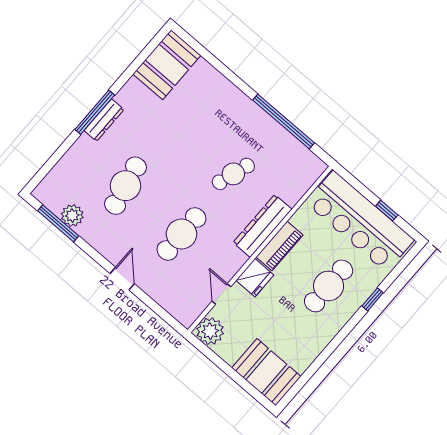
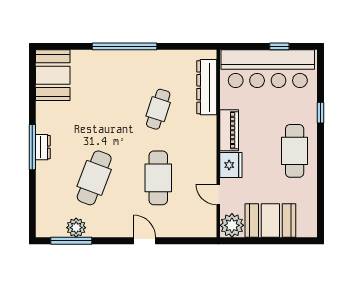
dresser: (104, 120) -> (43, 147), width x0.70
window: (283, 121) -> (124, 46), moved
cafe table: (125, 186) -> (94, 178), turned 33
dresser: (263, 226) -> (207, 87), moved
cafe table: (329, 286) -> (295, 151), moved
booth: (266, 372) -> (270, 220), moved

